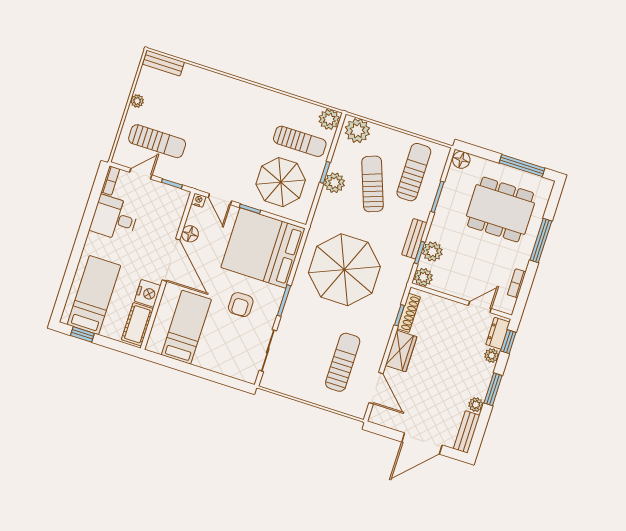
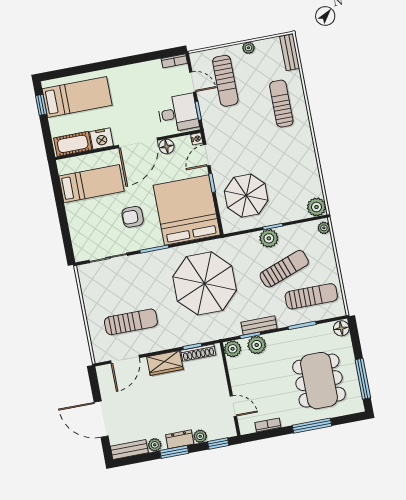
plant: (357, 131) -> (324, 228), width x0.53, depth x0.53
sun lounger: (300, 141) -> (281, 104), moved, turned 180
desk: (114, 218) -> (178, 113), moved, turned 90
dresser: (498, 333) -> (180, 439), moved

